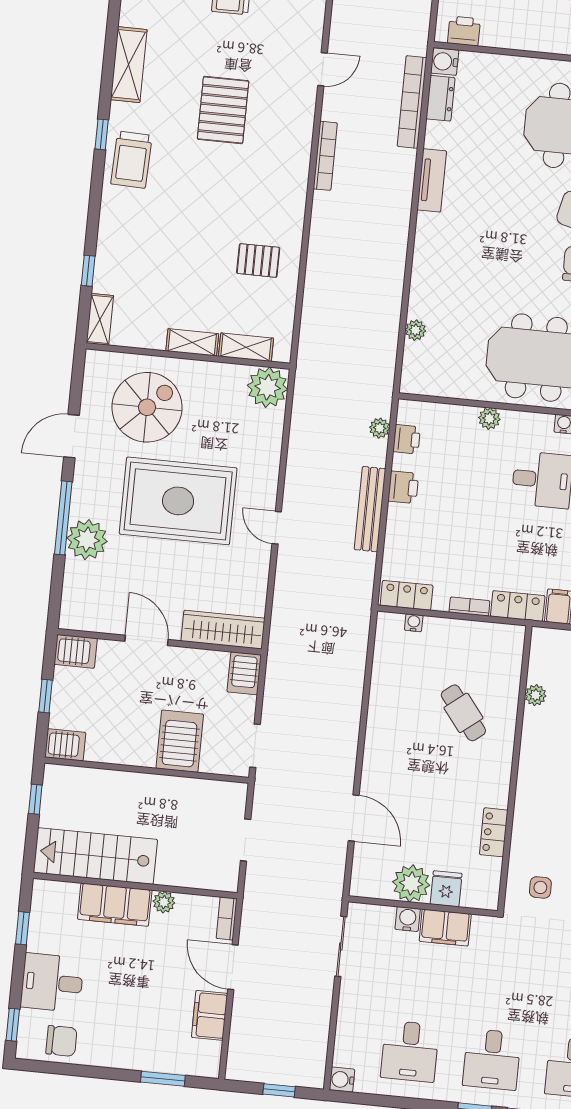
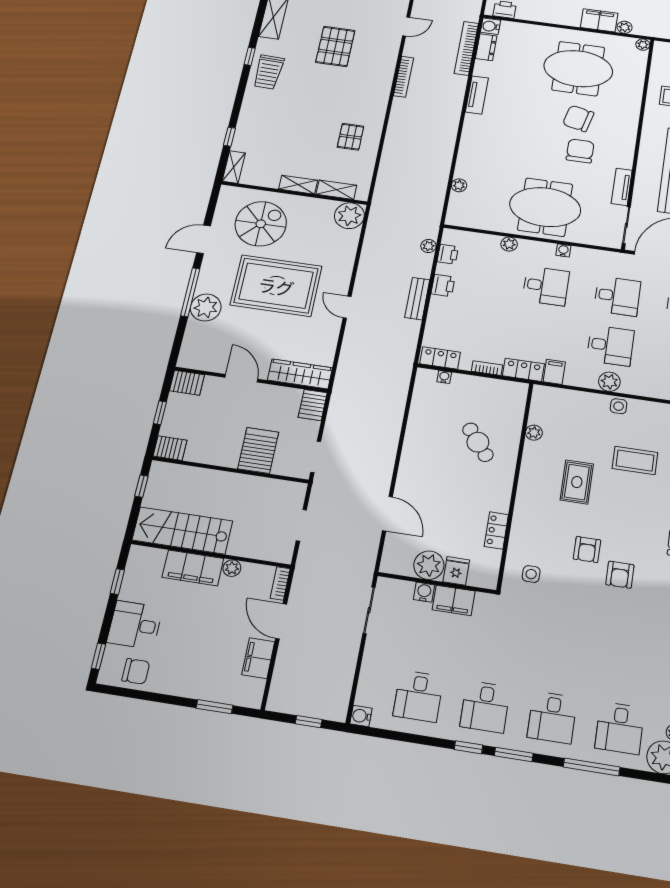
pallet: (258, 260) -> (351, 137), turned 90
bench: (370, 509) -> (417, 299), width x0.73

